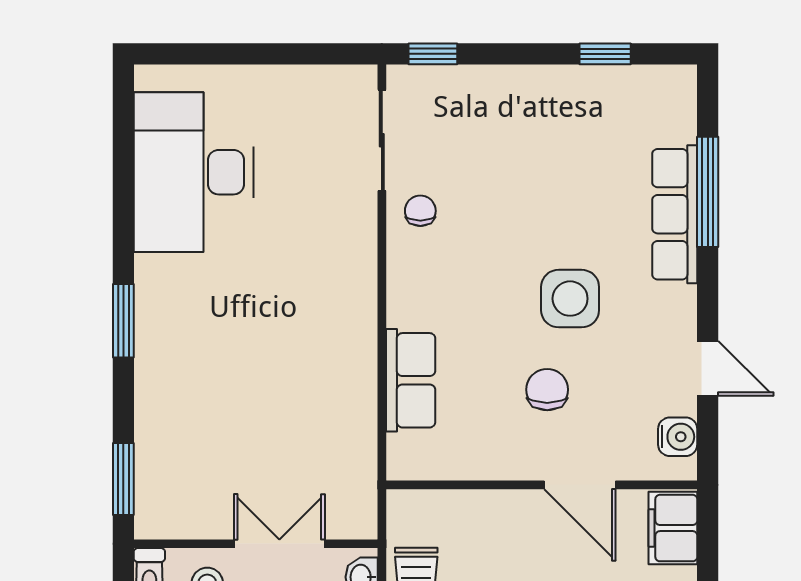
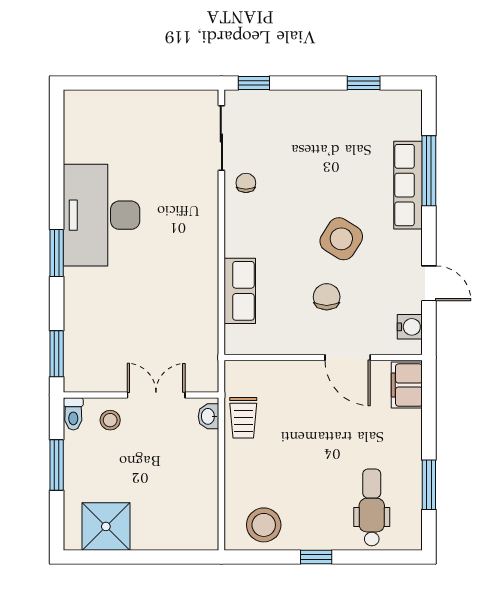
desk: (194, 172) -> (102, 215), moved
side table: (570, 299) -> (341, 239), turned 32

